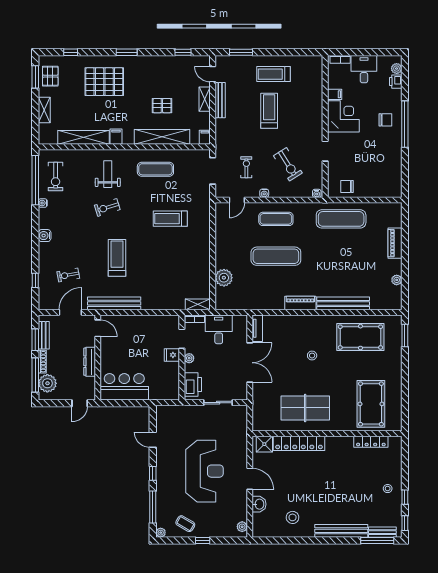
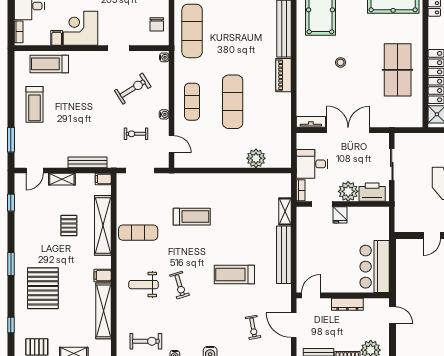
bench: (220, 100) -> (87, 162), moved
treadmill: (269, 111) -> (49, 64), moved
exercise mat: (155, 169) -> (138, 233), turned 90
treadmill: (170, 219) -> (192, 217), turned -90
bench: (114, 303) -> (284, 255), moved
shelving: (198, 304) -> (285, 211), moved
plant: (189, 358) -> (348, 191), width x1.87, depth x1.87

